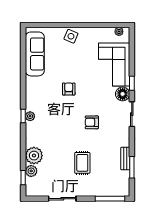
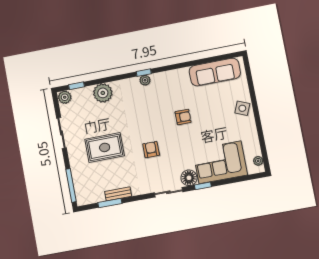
rug: (82, 163) -> (105, 147), width x1.36, depth x1.43
plant: (31, 171) -> (65, 97), moved

